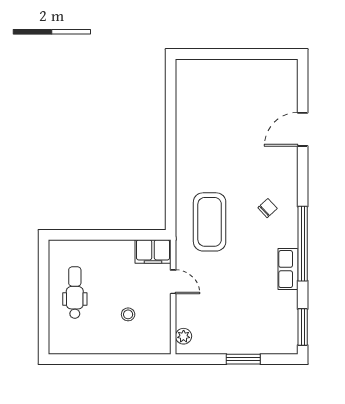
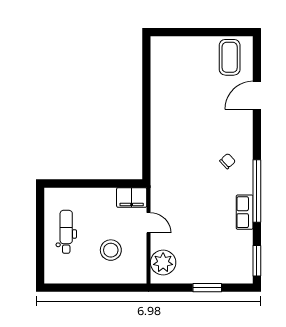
coffee table: (210, 222) -> (230, 57), moved, width x0.73, depth x0.76
stool: (128, 314) -> (111, 250), width x1.89, depth x1.89
plant: (184, 336) -> (163, 262), width x1.88, depth x1.88

